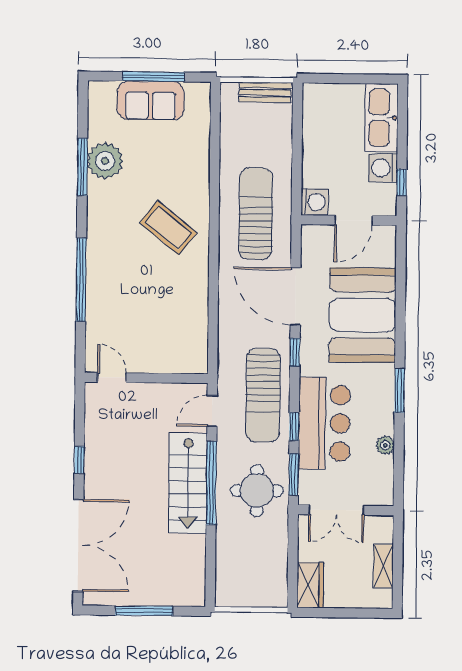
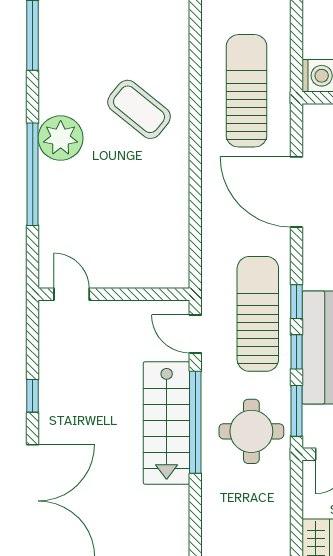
plant: (105, 161) -> (61, 138), moved
window: (295, 352) -> (296, 302), moved
sun lounger: (263, 395) -> (258, 314), turned 180
door: (212, 411) -> (195, 334), hinge flipped

